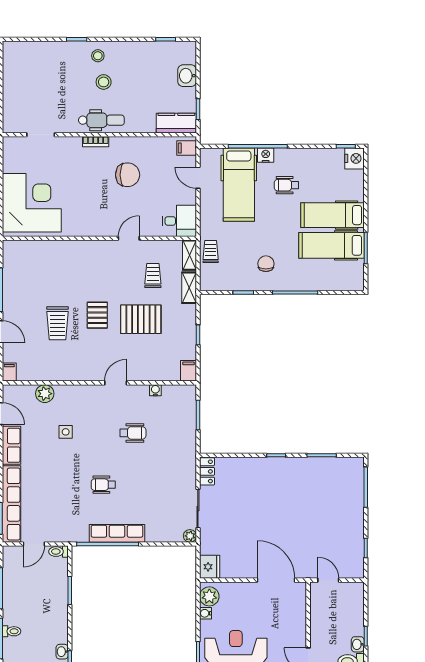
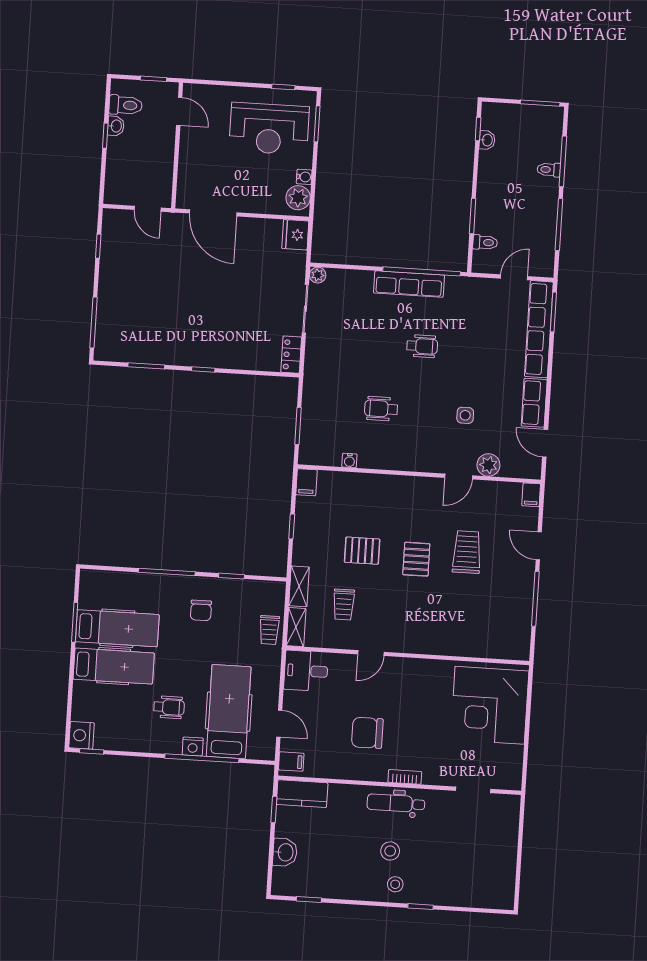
pallet: (141, 319) -> (362, 551), width x0.67, depth x0.71
door: (116, 383) -> (459, 477), moved
toilet: (59, 552) -> (485, 242), moved

